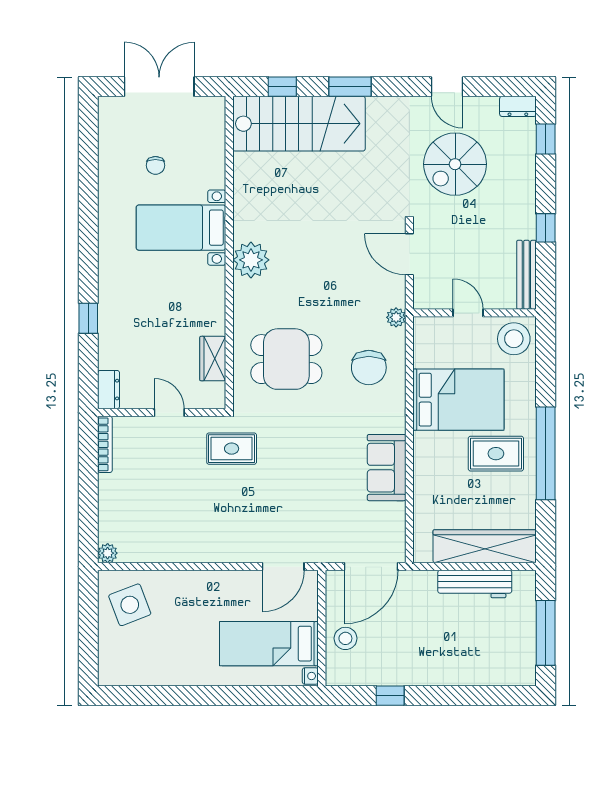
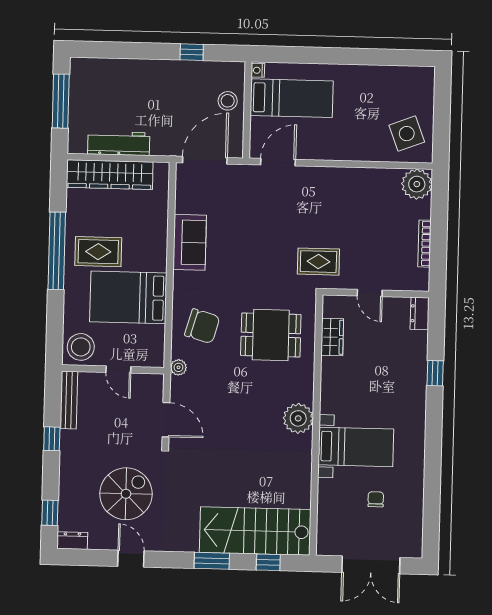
chair: (369, 368) -> (202, 326), turned 106
bookcase: (105, 444) -> (425, 244), moved
plant: (108, 553) -> (417, 184), width x1.88, depth x1.88

